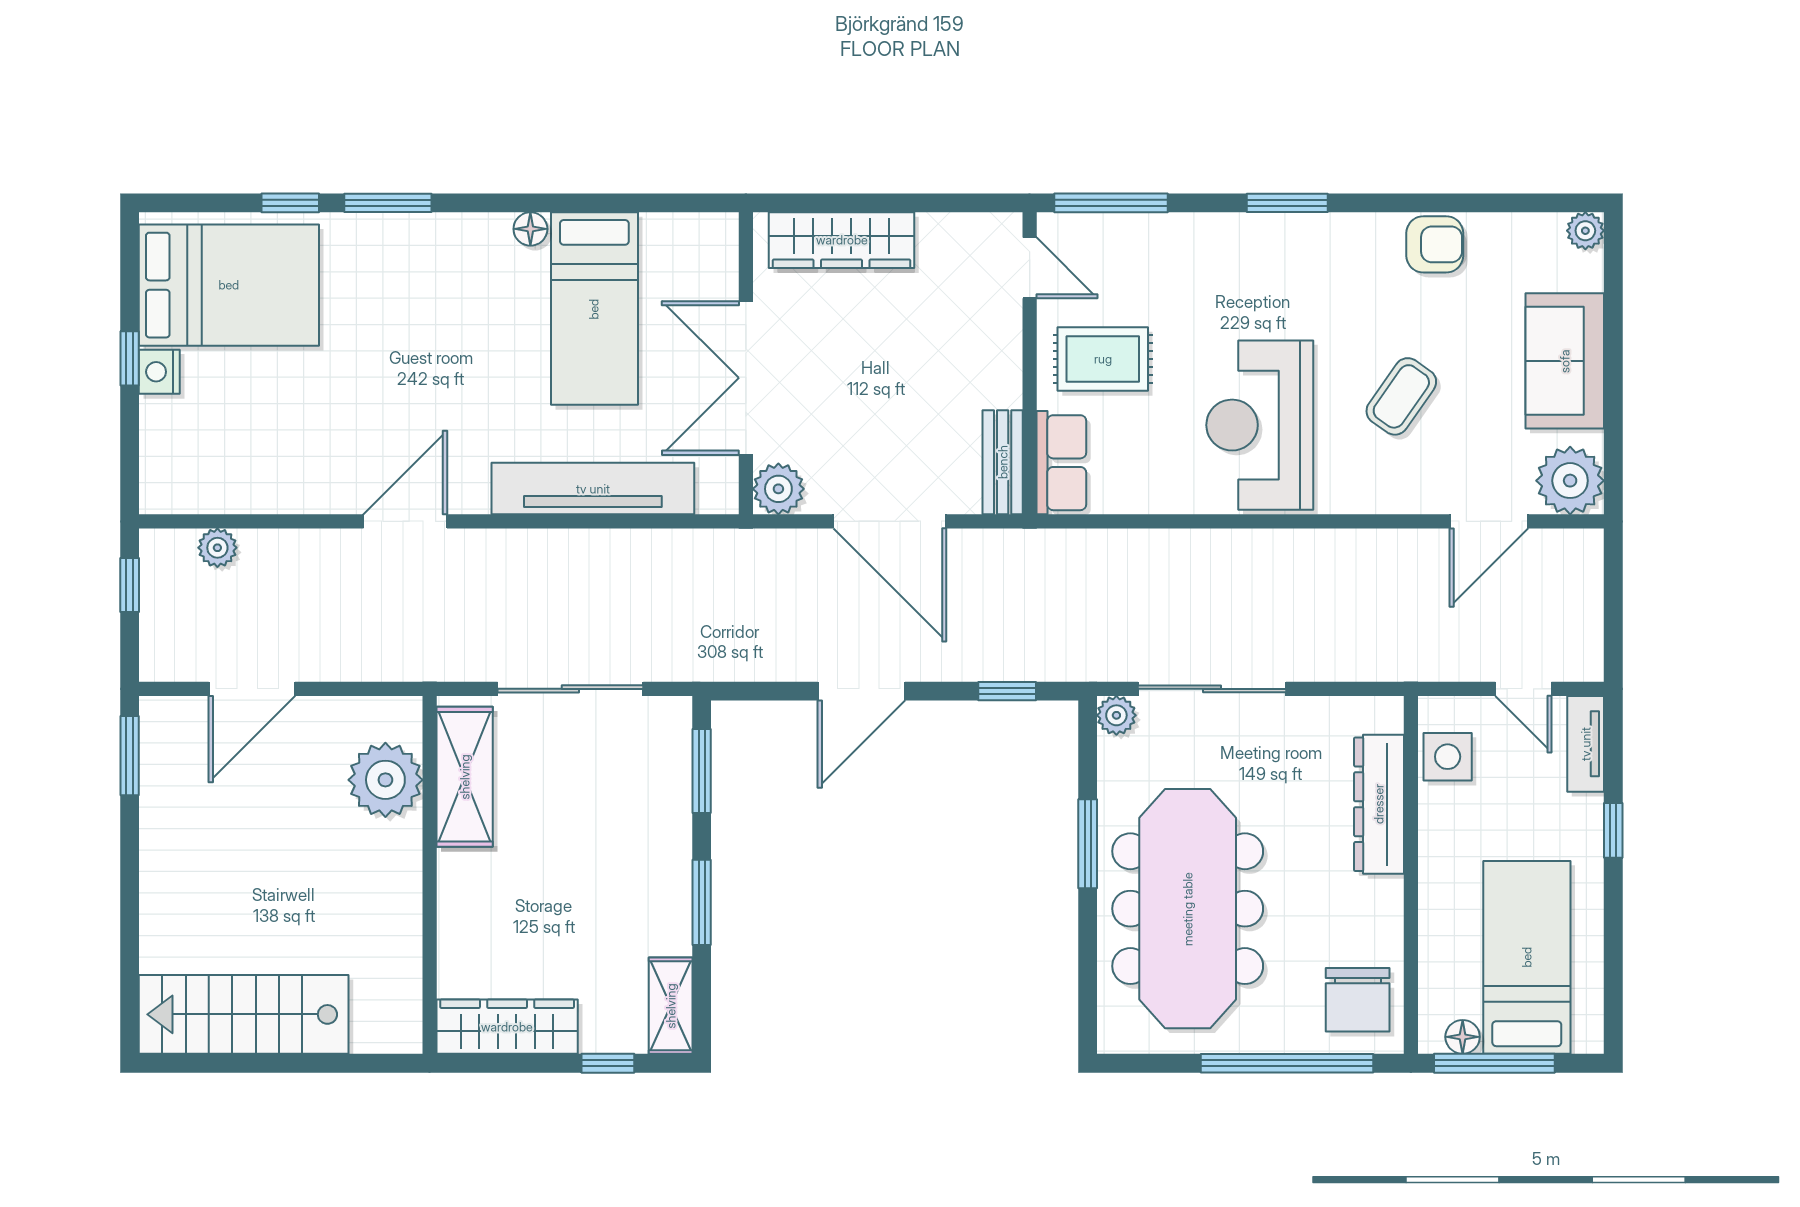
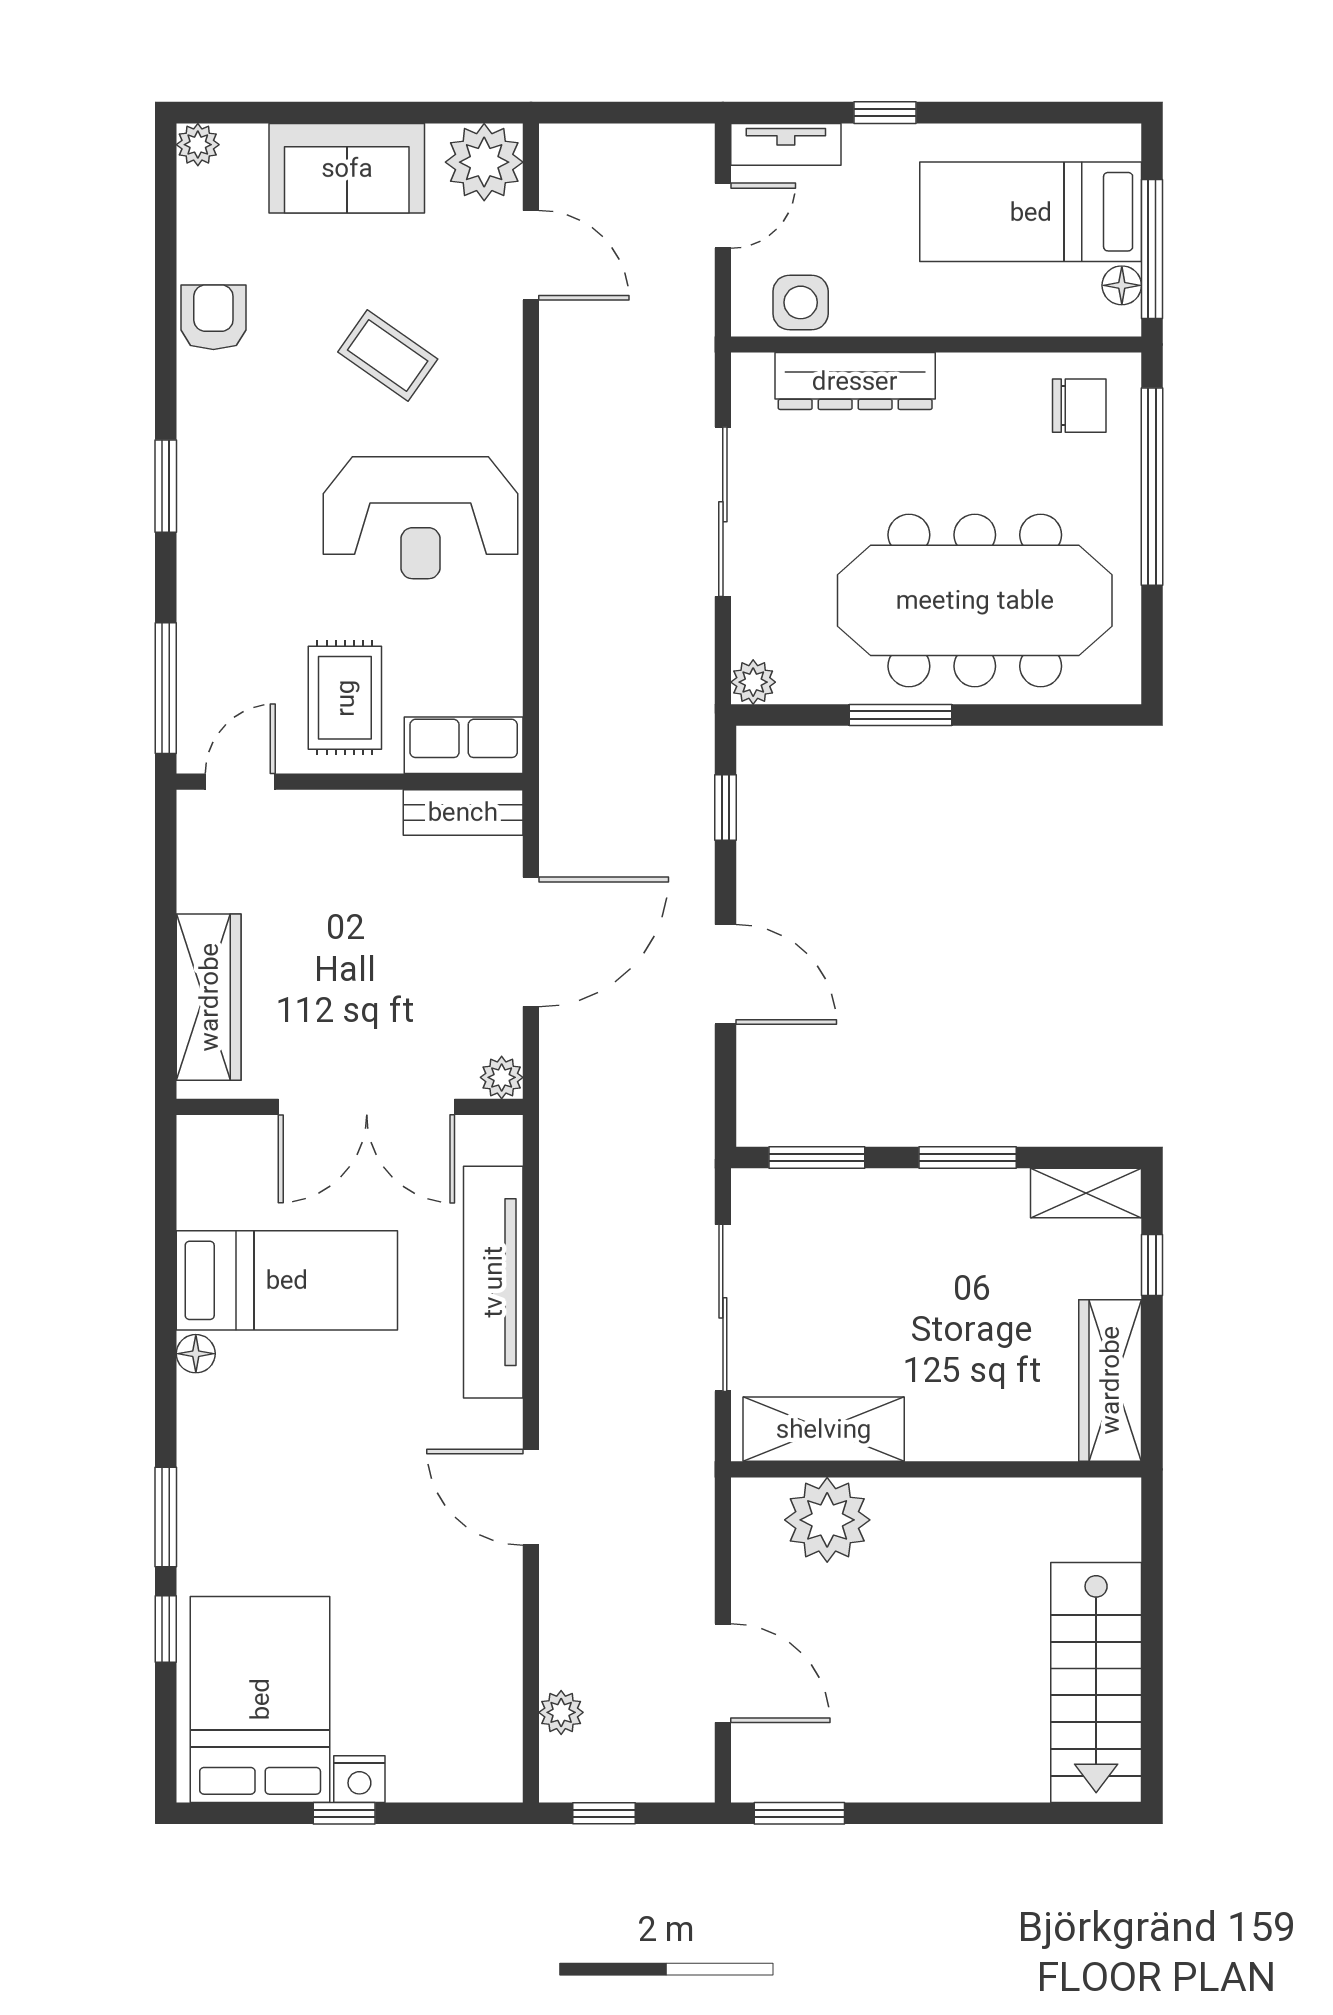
plant: (778, 489) -> (502, 1077), width x0.73, depth x0.73
sliding door: (1212, 689) -> (723, 512), moved
chair: (1358, 1000) -> (1079, 406), width x0.73, depth x0.73

